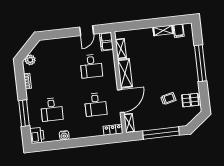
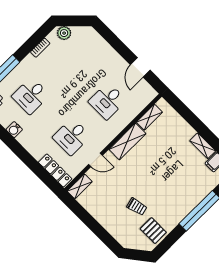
door: (87, 31) -> (140, 67), hinge flipped
filing cabinet: (106, 41) -> (145, 97), removed
door: (121, 101) -> (96, 160), width x0.53
locker: (113, 130) -> (55, 170), width x1.53
window: (161, 133) -> (95, 227), removed

